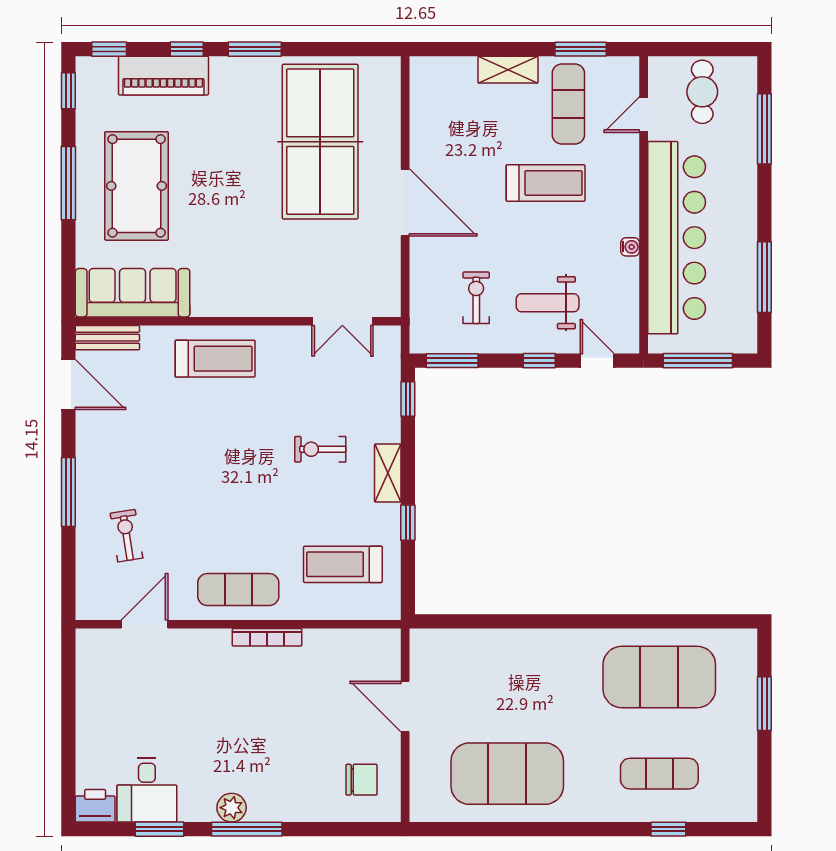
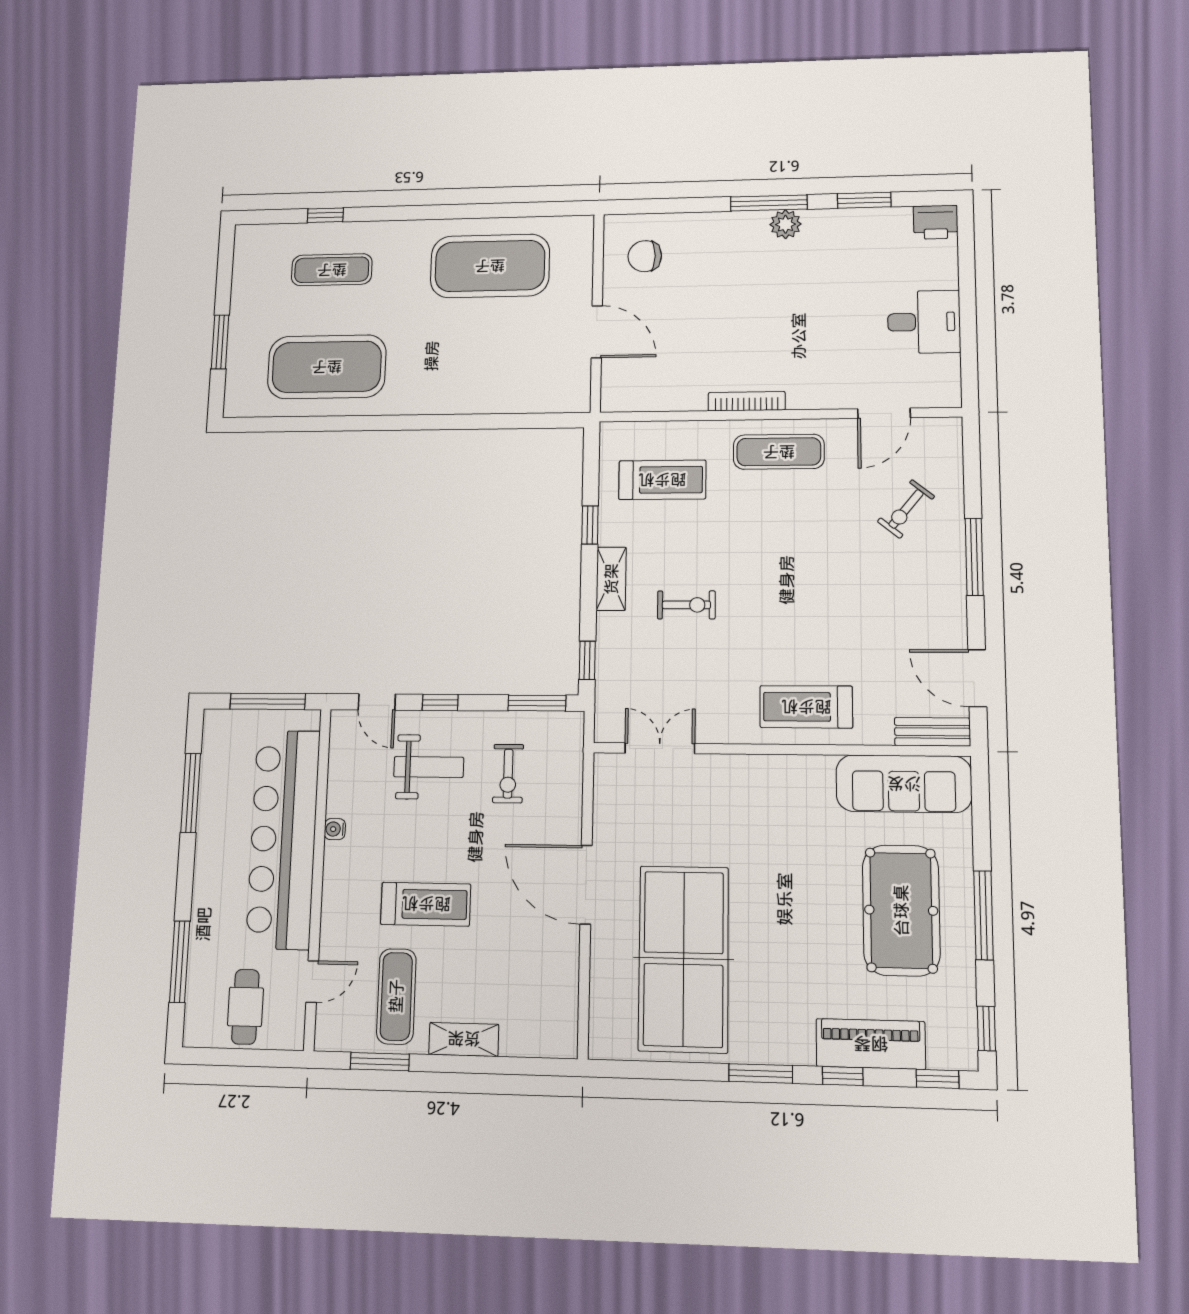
treadmill: (546, 183) -> (426, 904), turned 180
exercise bike: (126, 536) -> (906, 509), turned 48
desk: (147, 790) -> (924, 322), moved, turned 90

